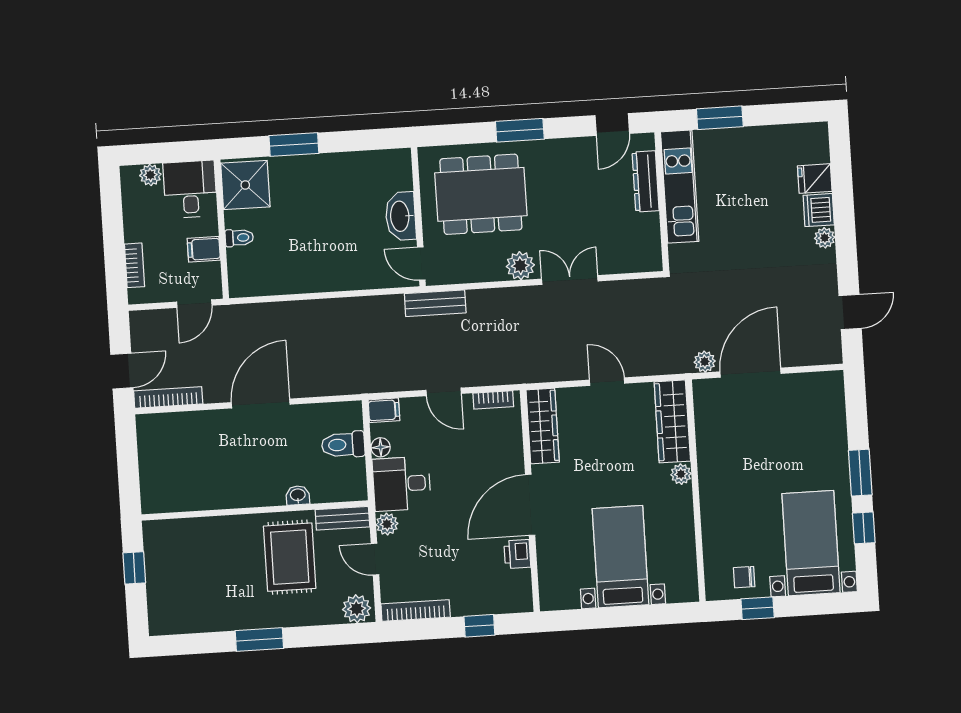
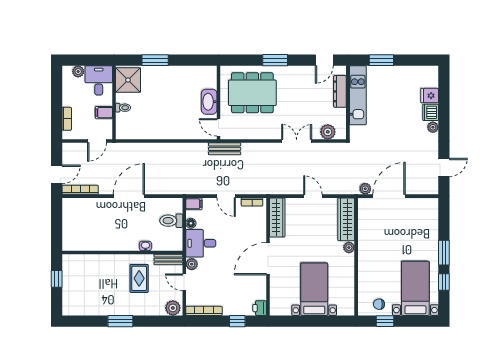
plant: (520, 266) -> (328, 132), moved
printer: (517, 554) -> (260, 308), moved
rug: (290, 557) -> (139, 278), width x0.73, depth x0.70

